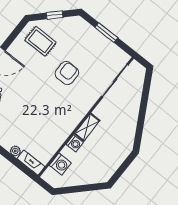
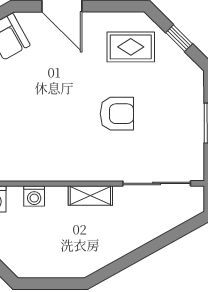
rug: (40, 41) -> (131, 47), turned 90
shelving: (87, 127) -> (90, 196), moved

